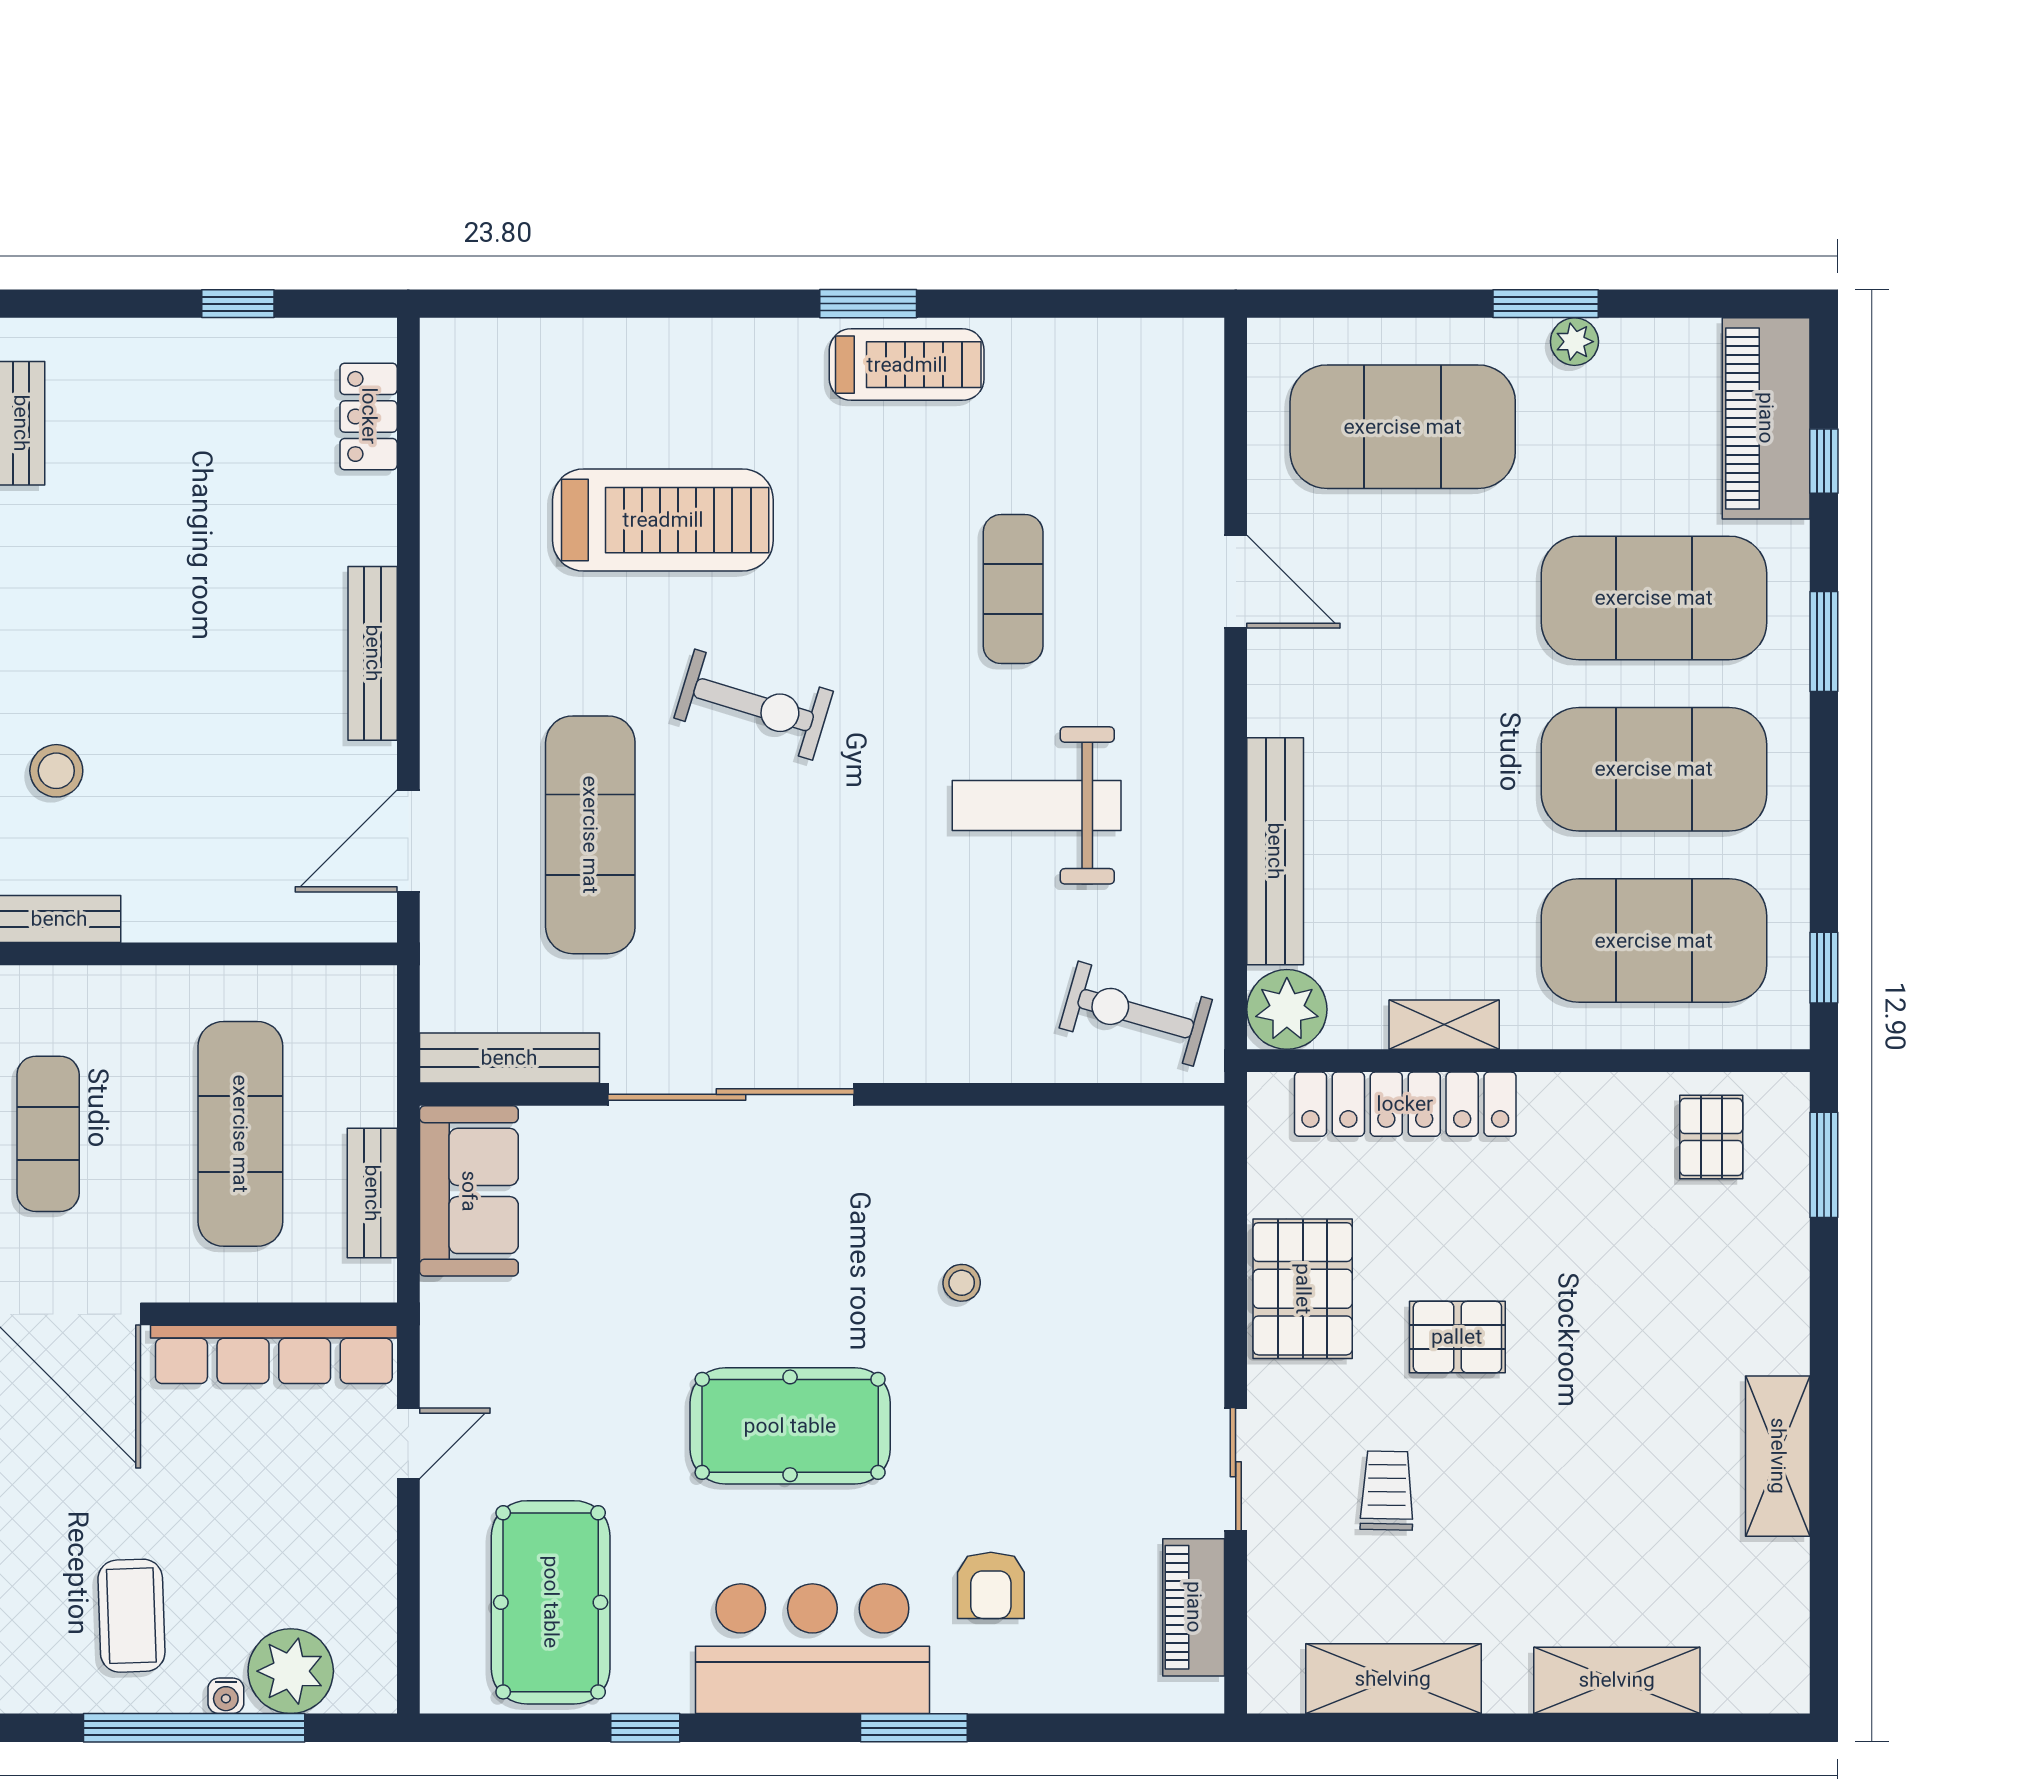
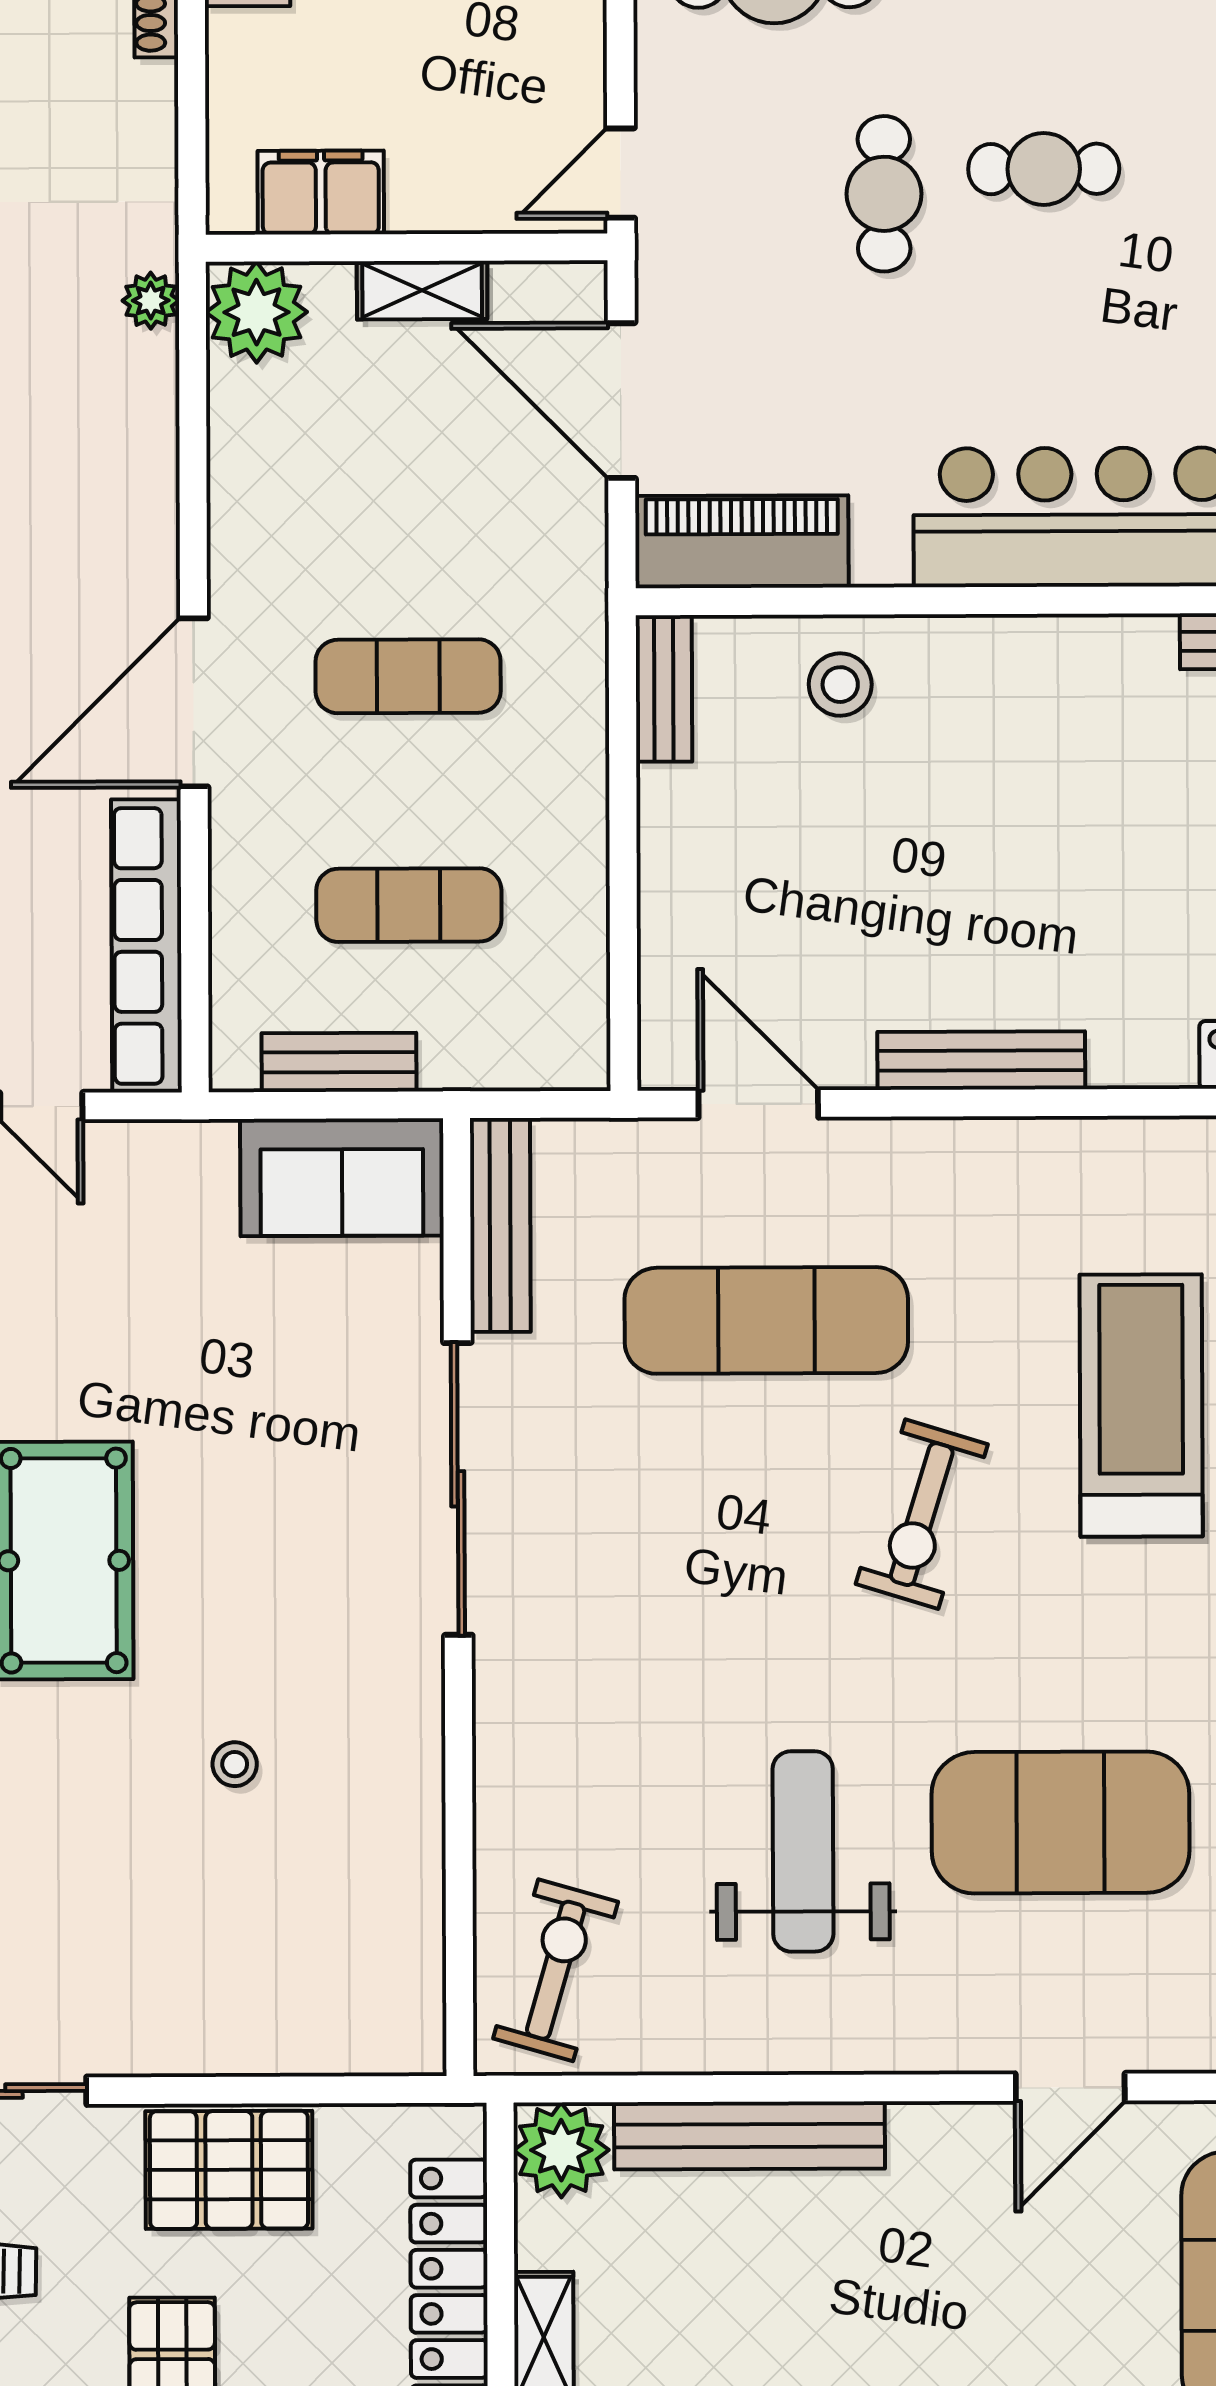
treadmill: (663, 520) -> (1141, 1405), turned 180
exercise mat: (1013, 589) -> (1061, 1822), width x2.00, depth x1.45
exercise mat: (240, 1134) -> (409, 905), width x0.73, depth x0.69

